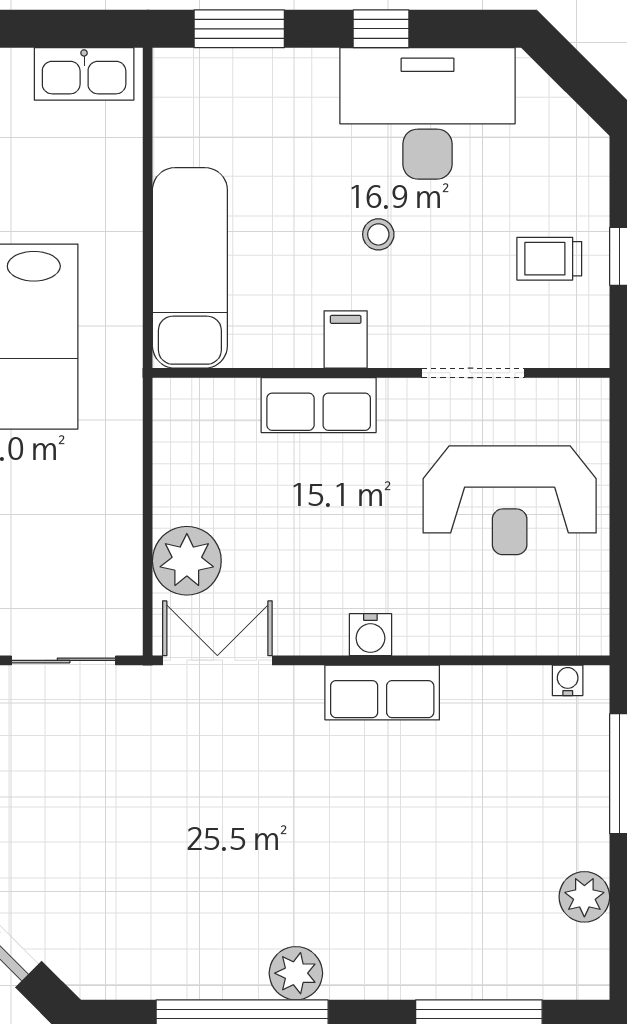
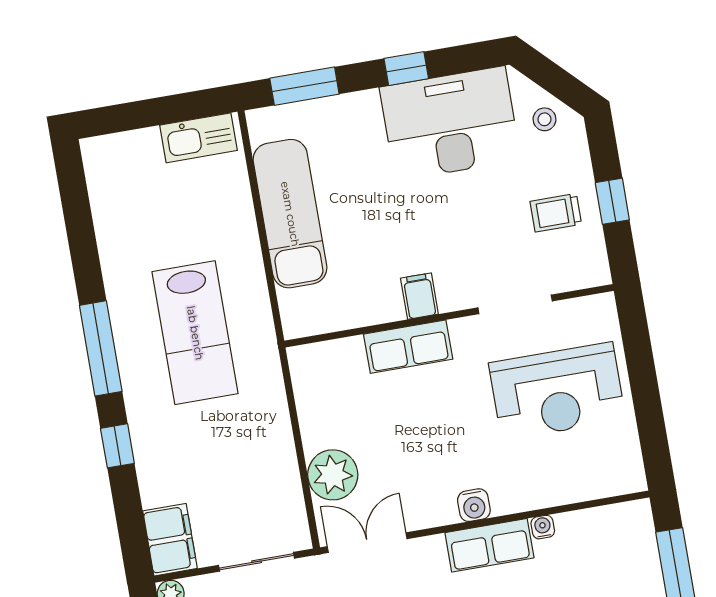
stool: (378, 234) -> (544, 119), moved
exam couch: (190, 268) -> (290, 214), moved
water cooler: (568, 680) -> (543, 527), moved

